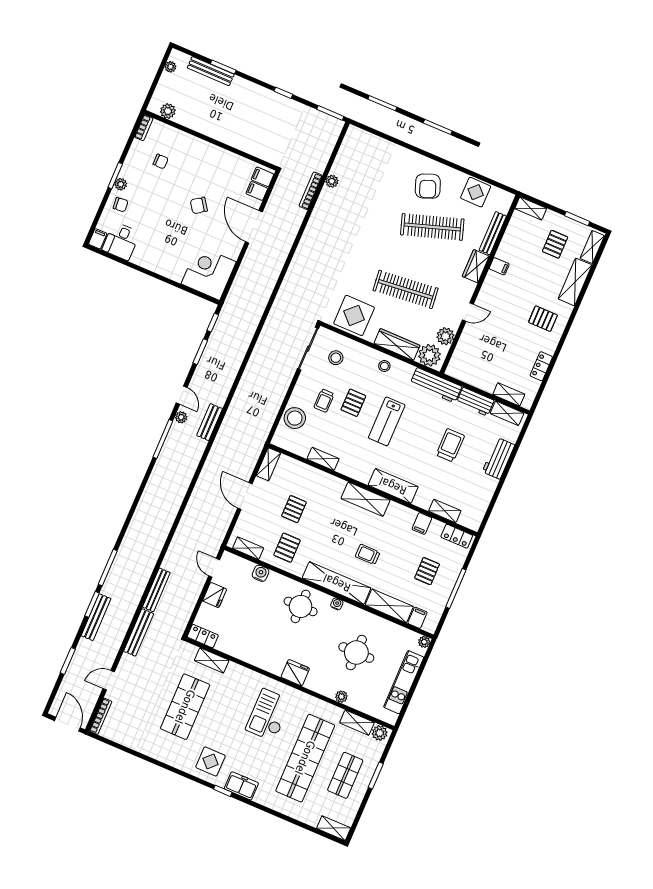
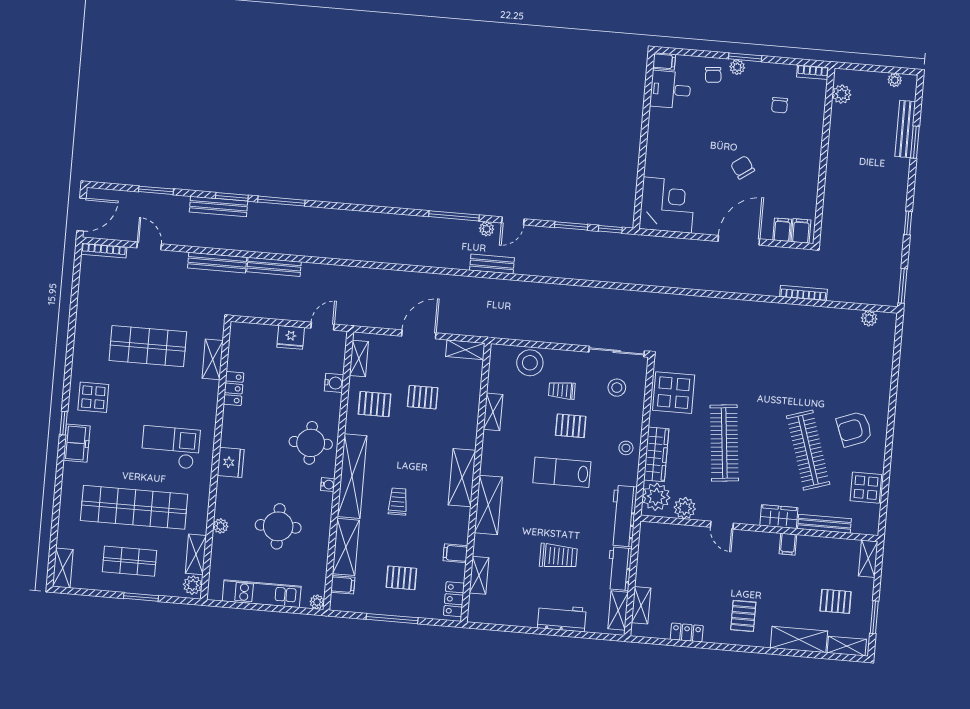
plant: (332, 181) -> (869, 318), moved
locker: (203, 636) -> (234, 389), moved

